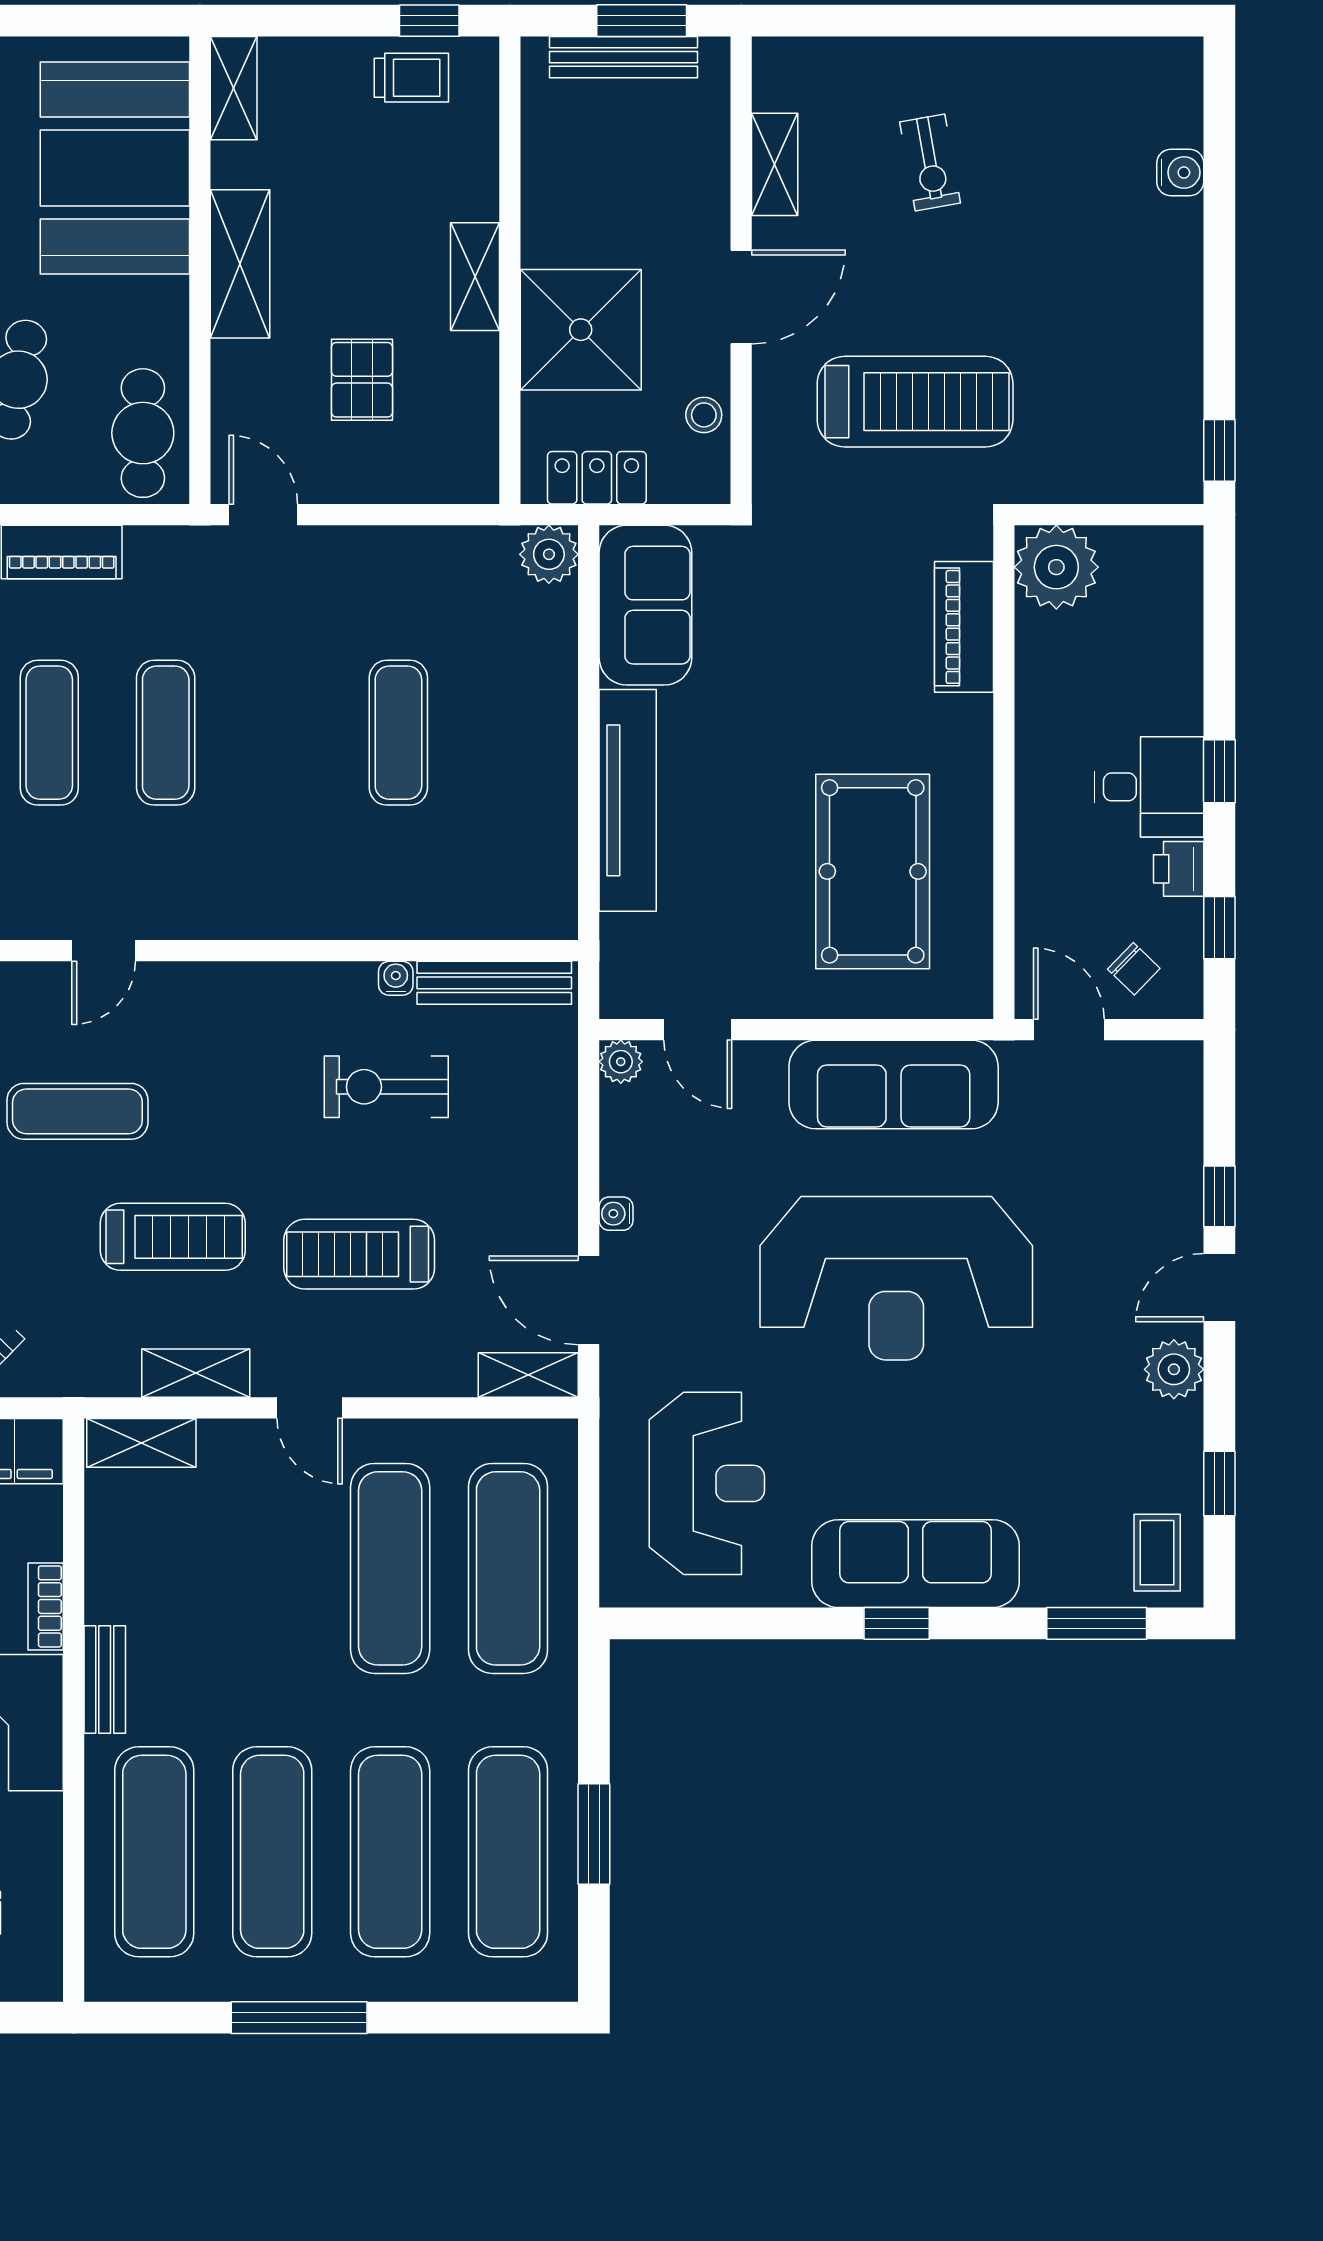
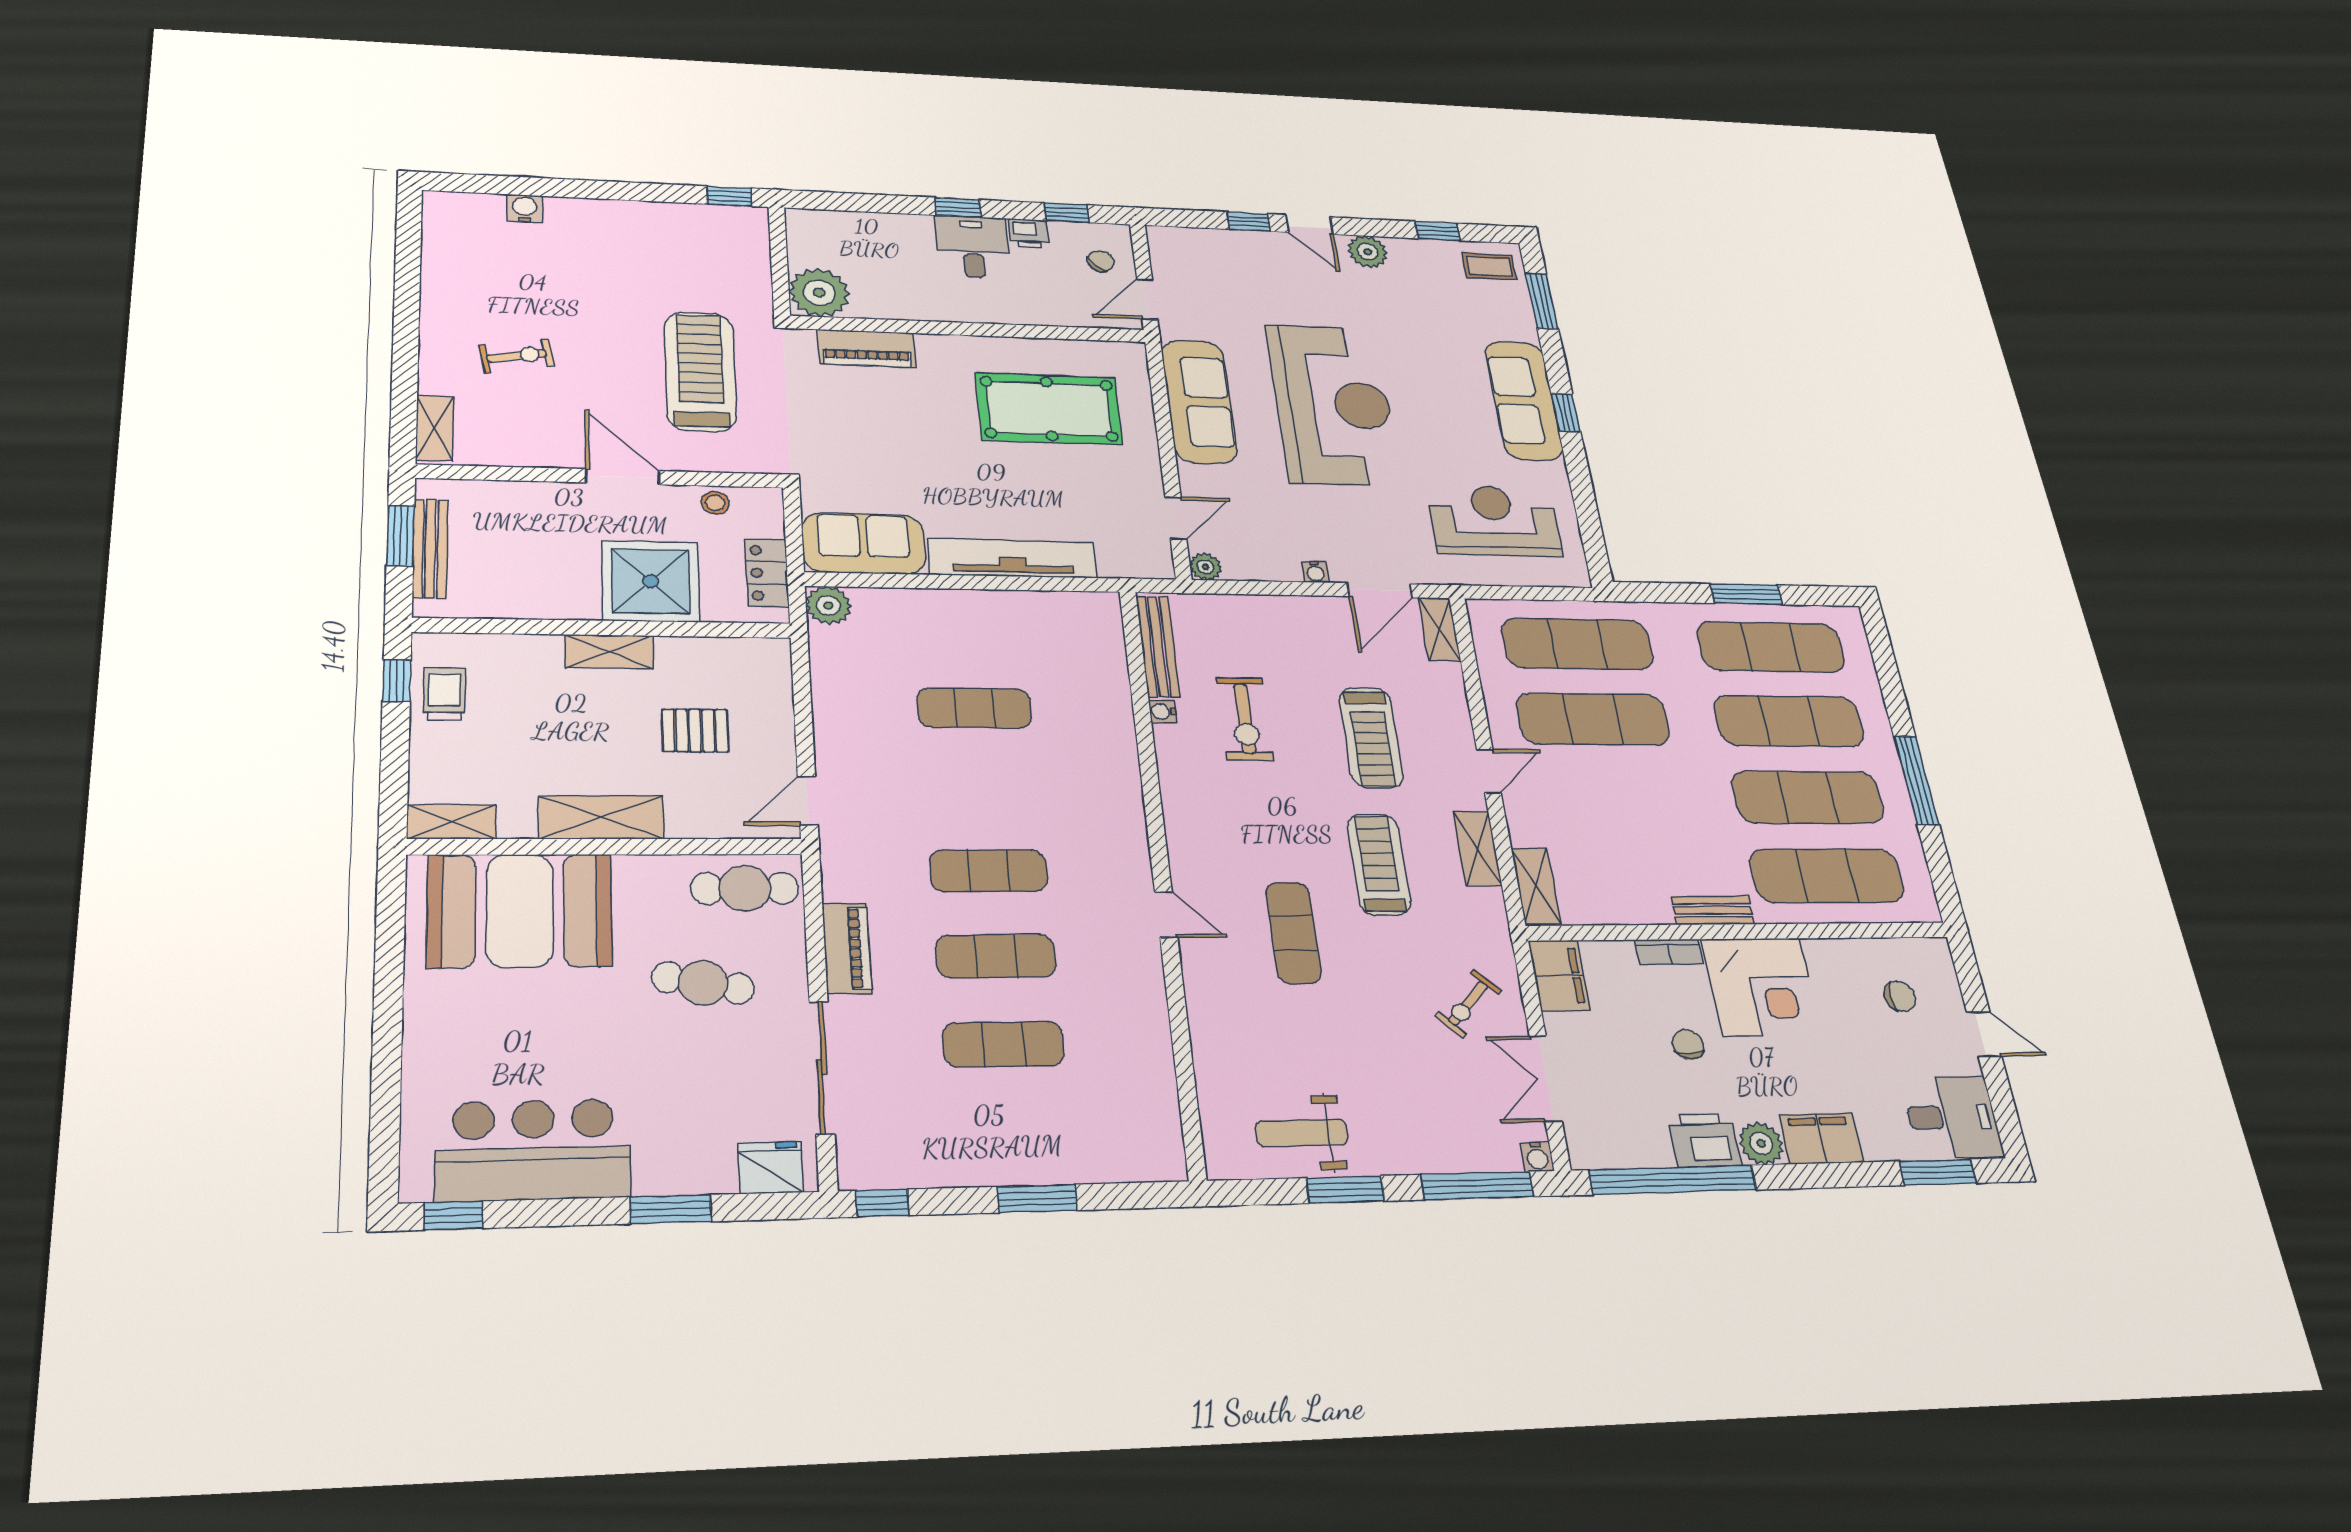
shelving: (775, 164) -> (435, 428), moved, turned 90

